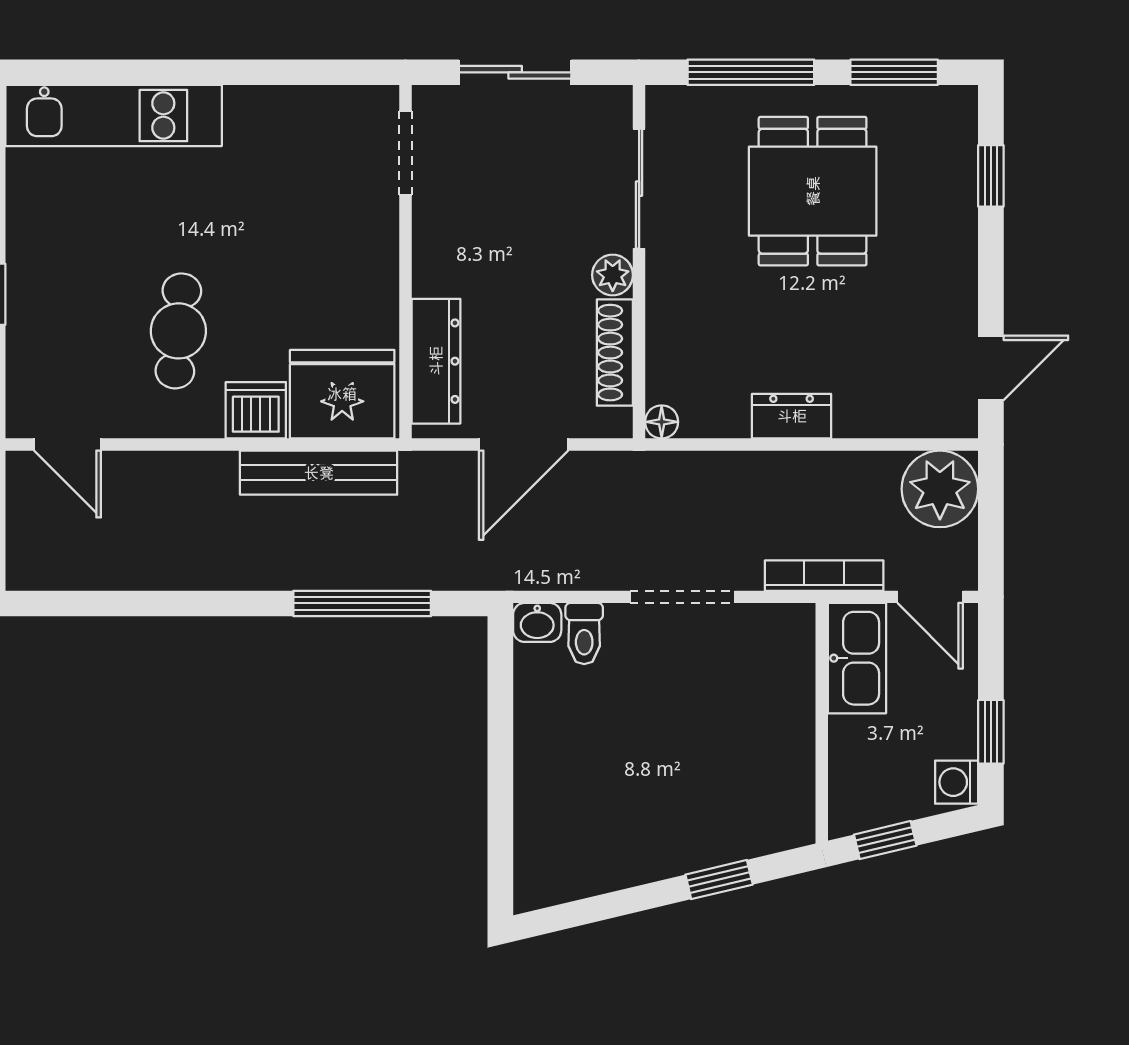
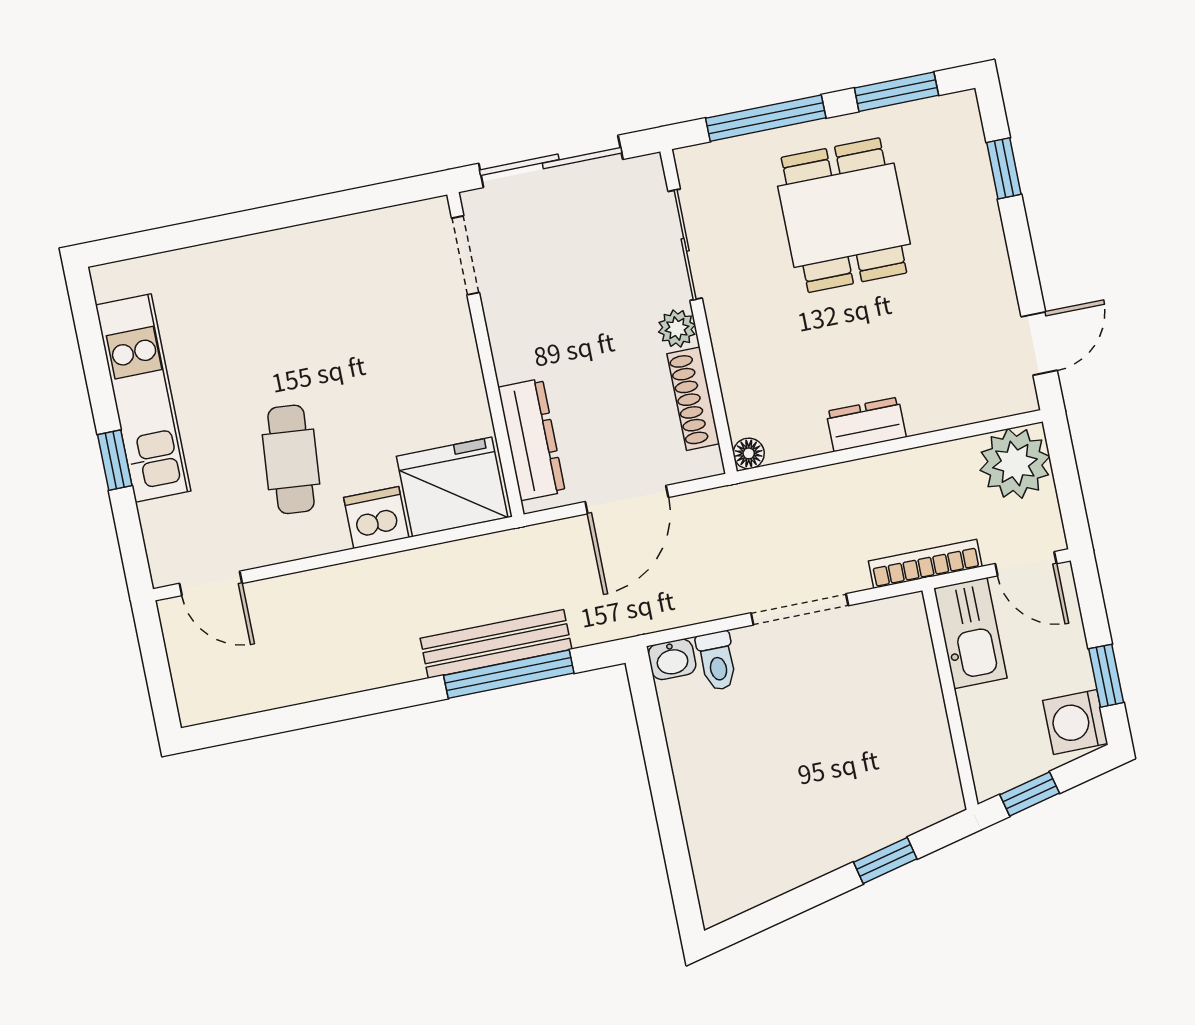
sliding door: (515, 72) -> (551, 161), width x1.37
kitchen unit: (114, 116) -> (143, 398), moved, turned -90
bench: (319, 473) -> (496, 644), moved
washing machine: (957, 782) -> (1075, 722), width x1.38, depth x1.38

